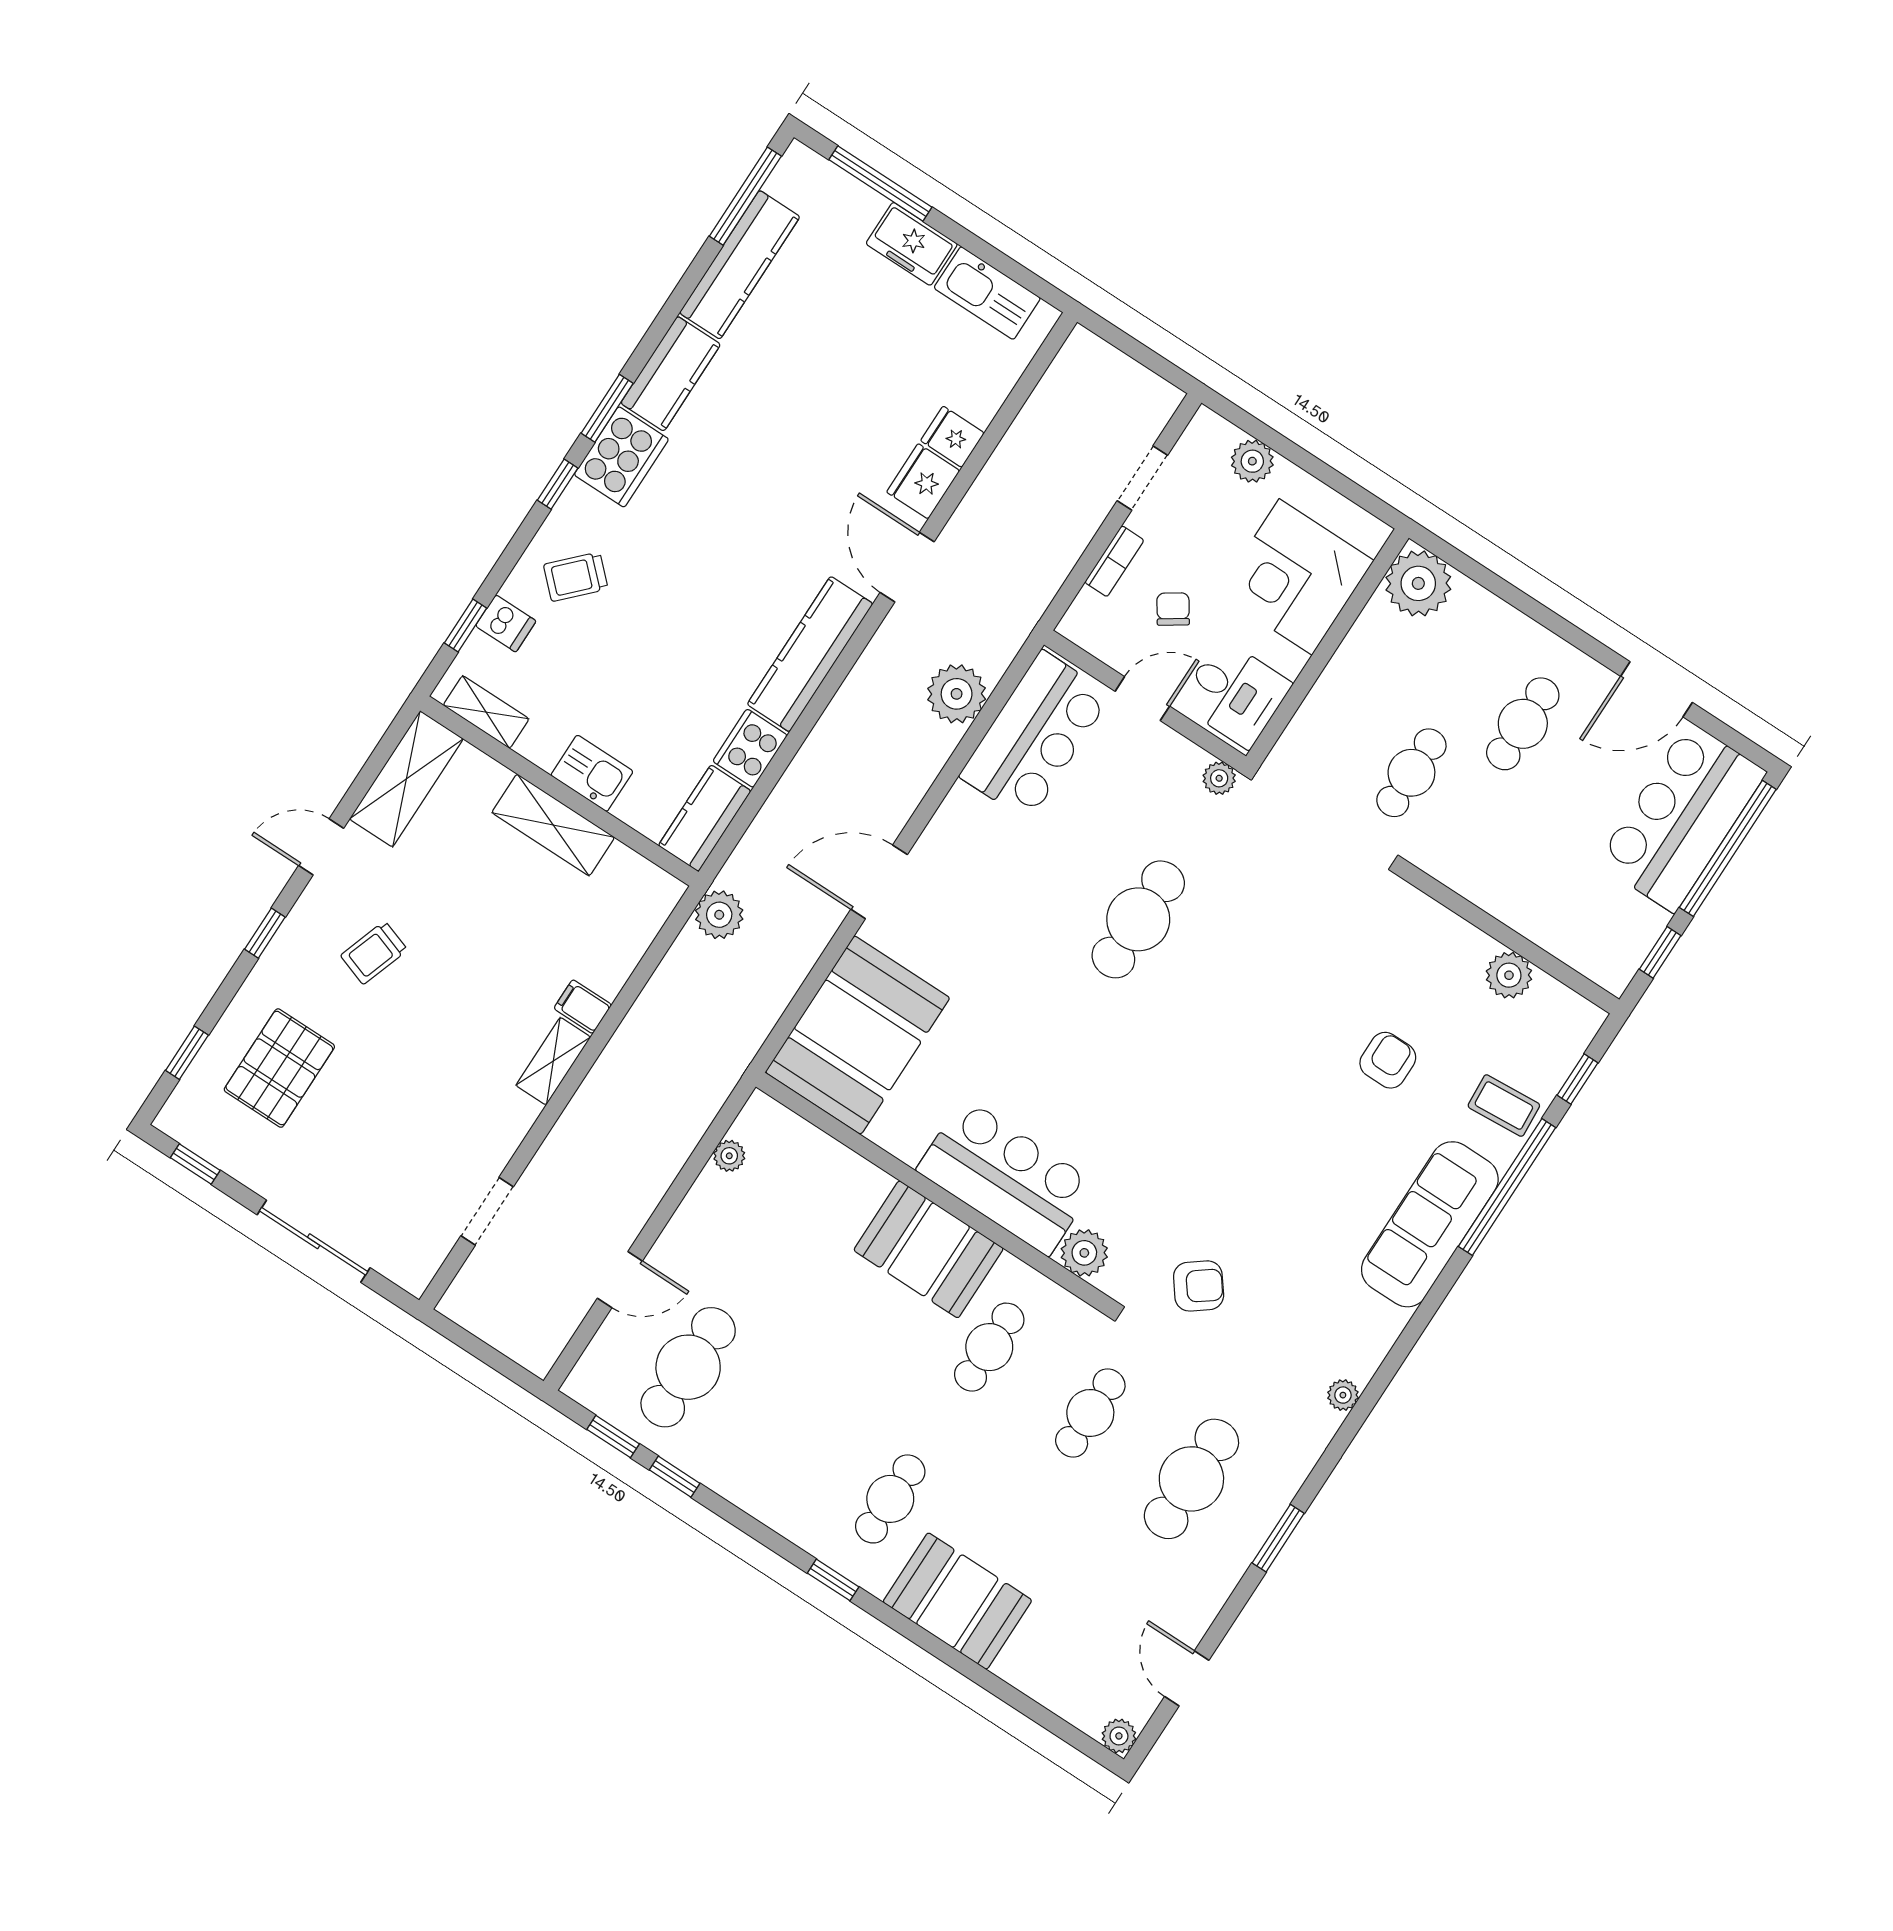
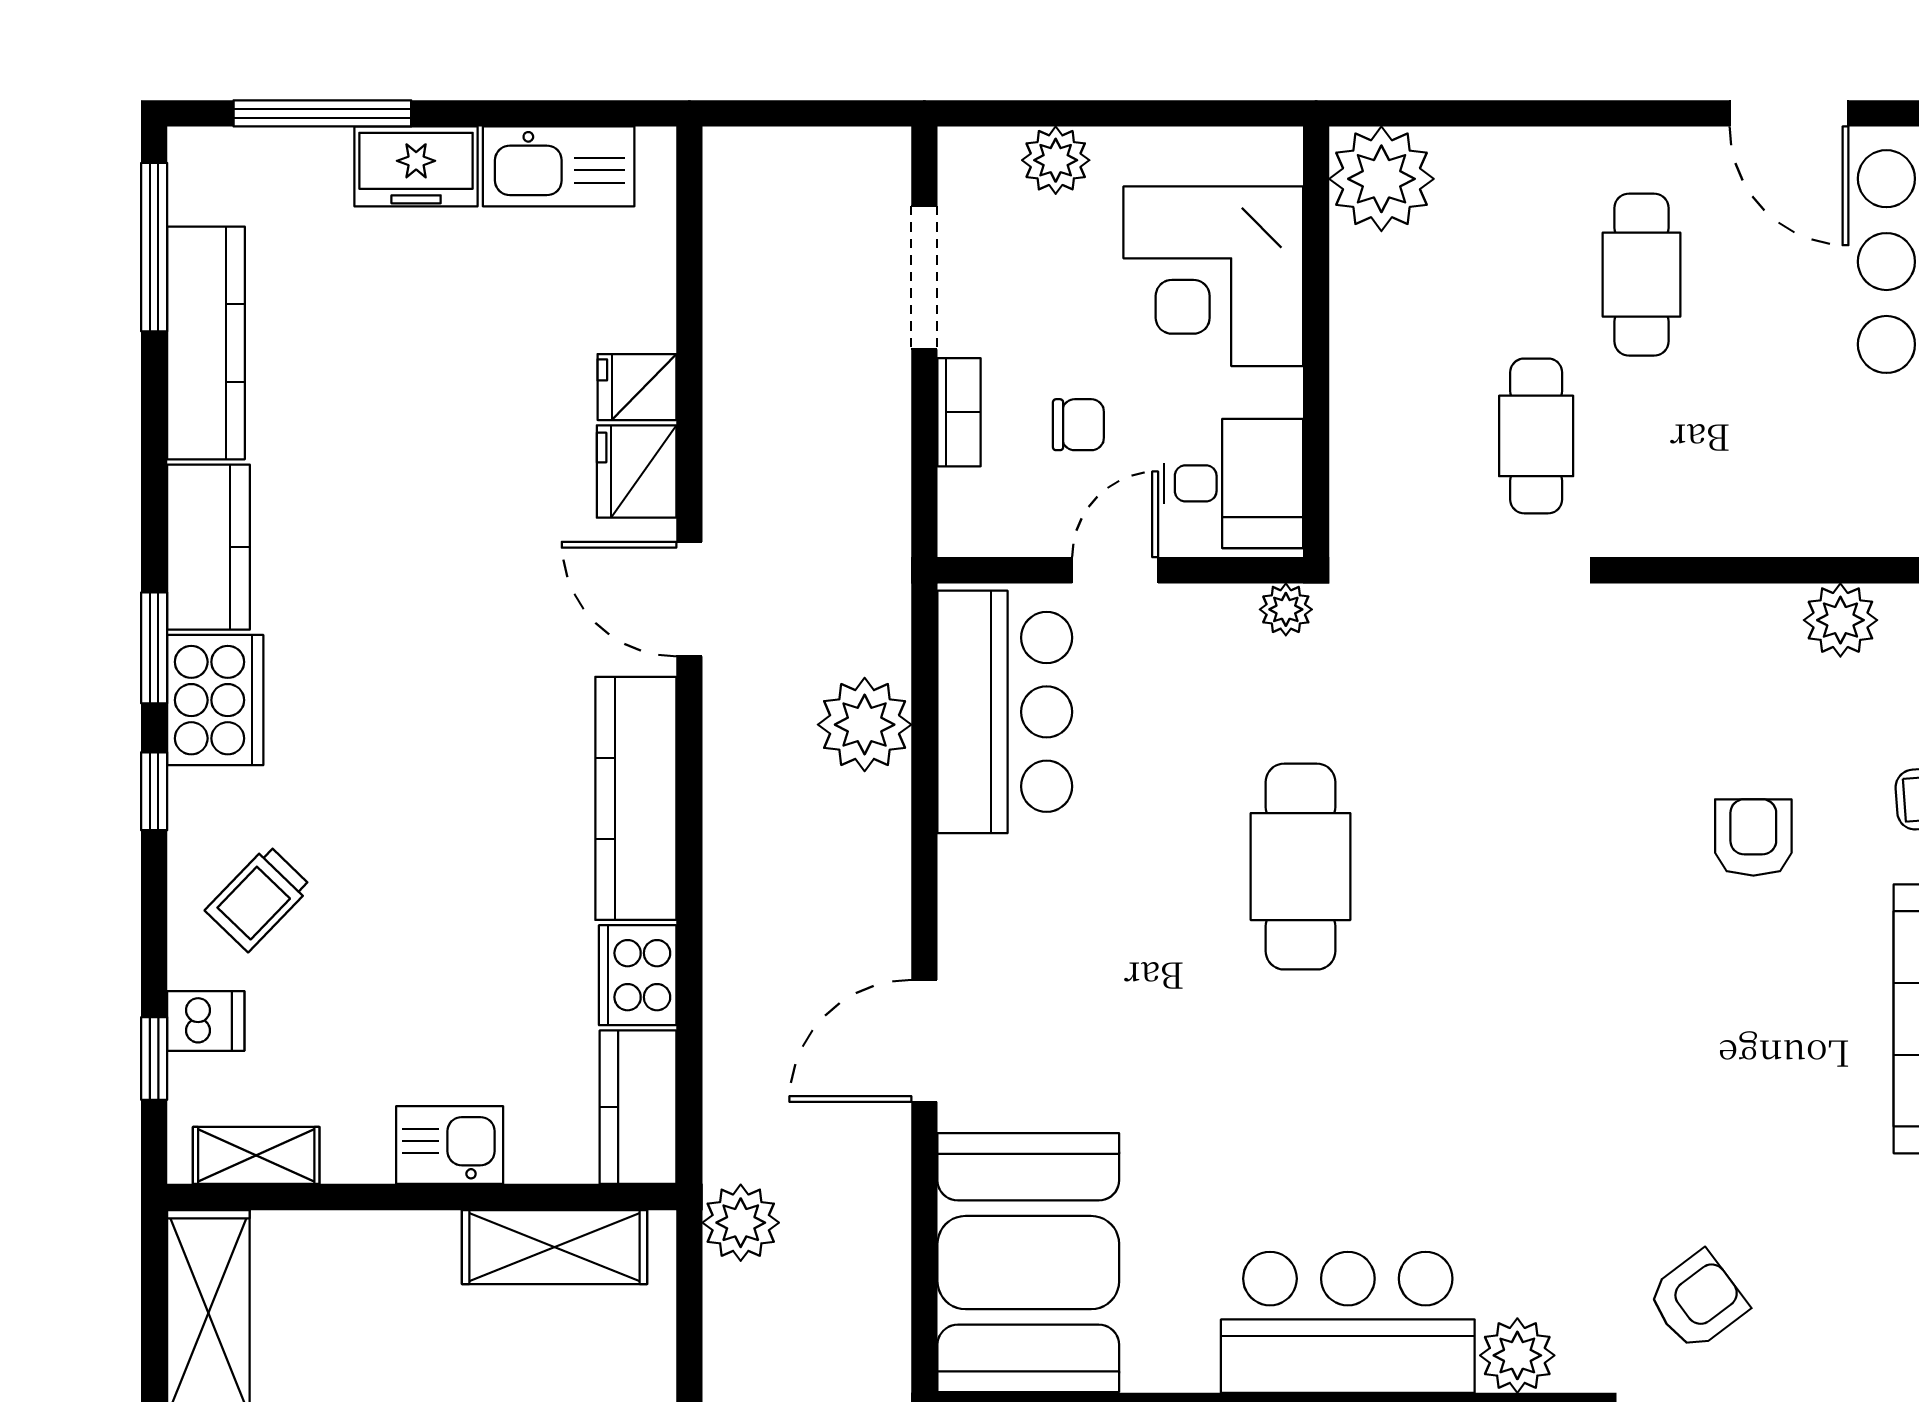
doorway: (1142, 478) -> (924, 278), width x1.38
chair: (1173, 609) -> (1078, 425), turned 124
door: (1656, 689) -> (1789, 113), hinge flipped
shelving: (553, 825) -> (555, 1247), moved

